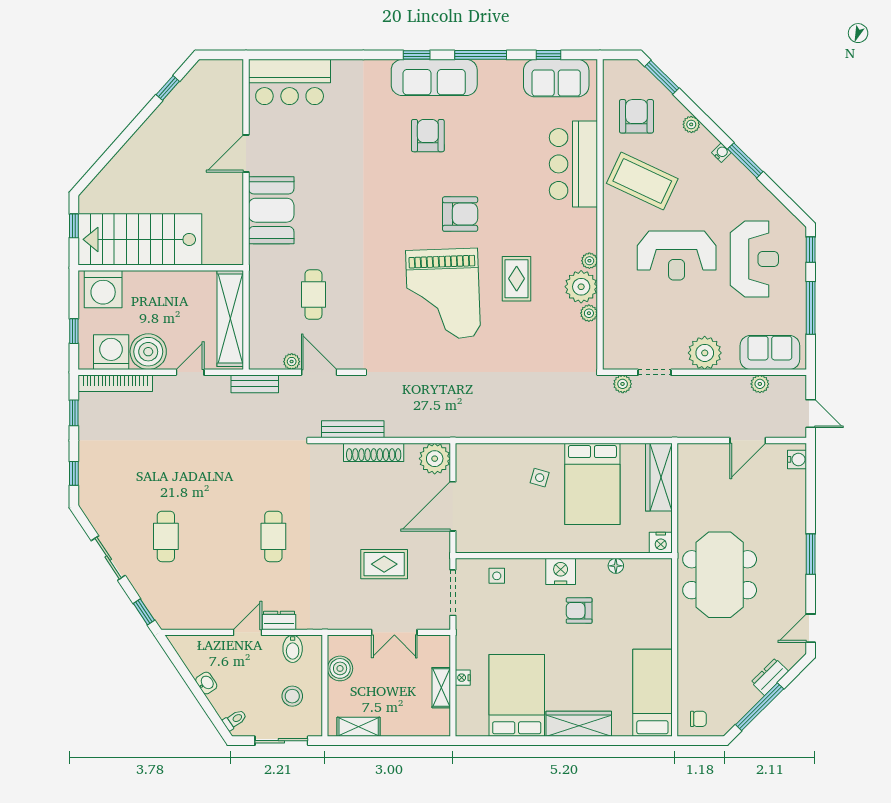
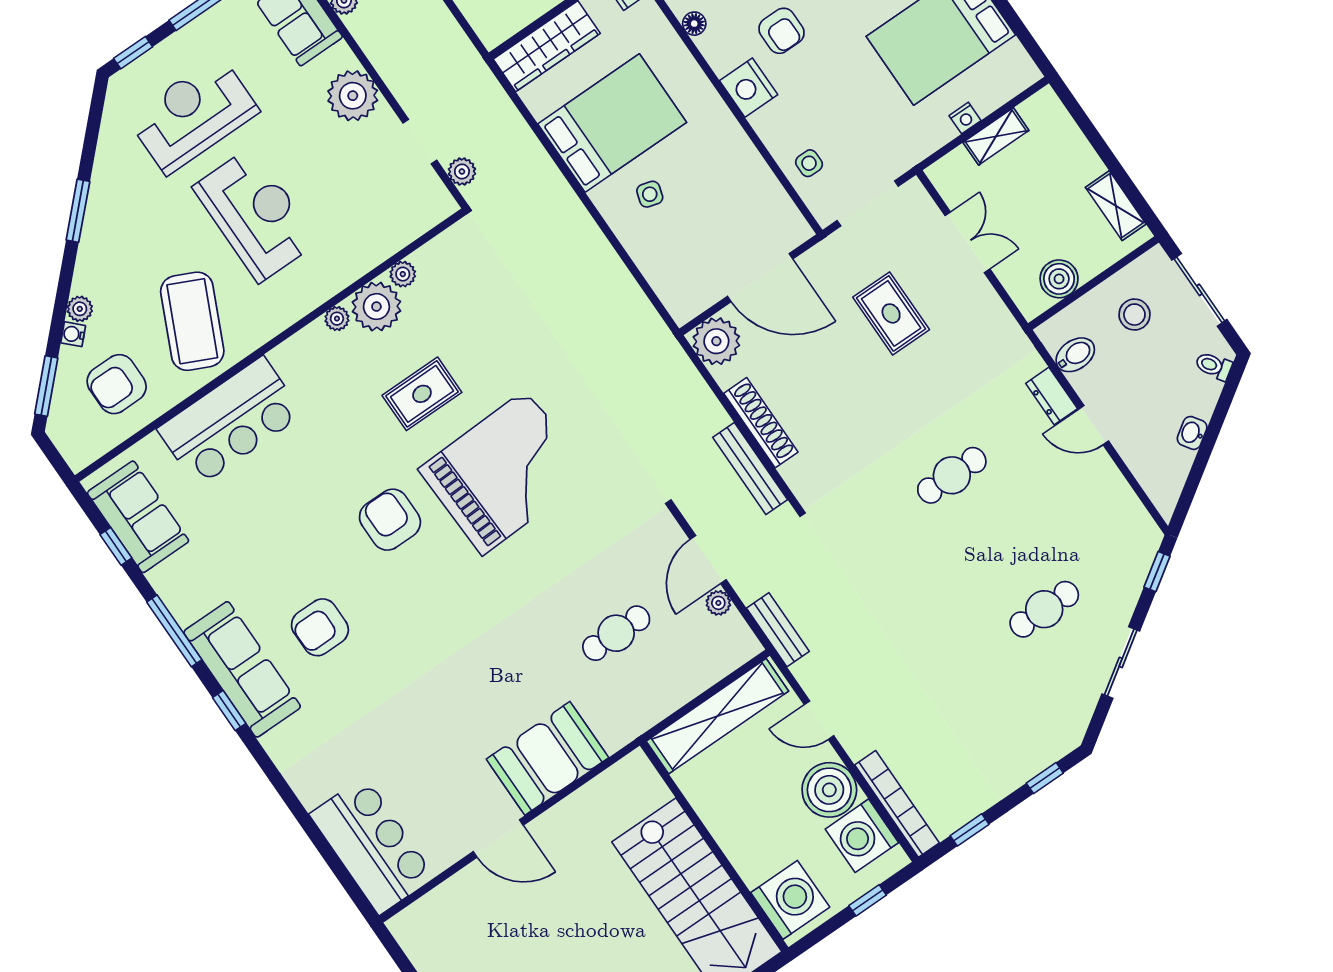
water cooler: (721, 153) -> (73, 334), moved

